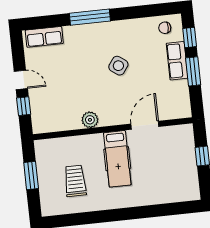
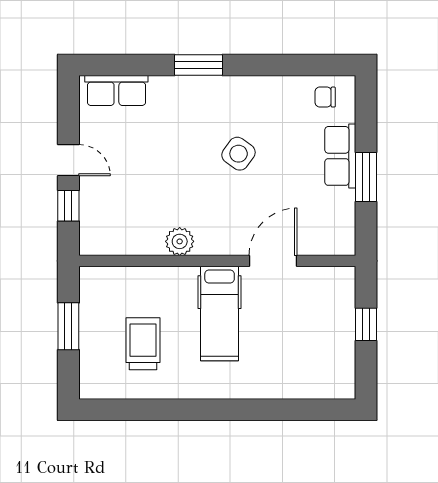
window: (90, 17) -> (198, 65), width x0.69
window: (190, 38) -> (366, 118), removed

